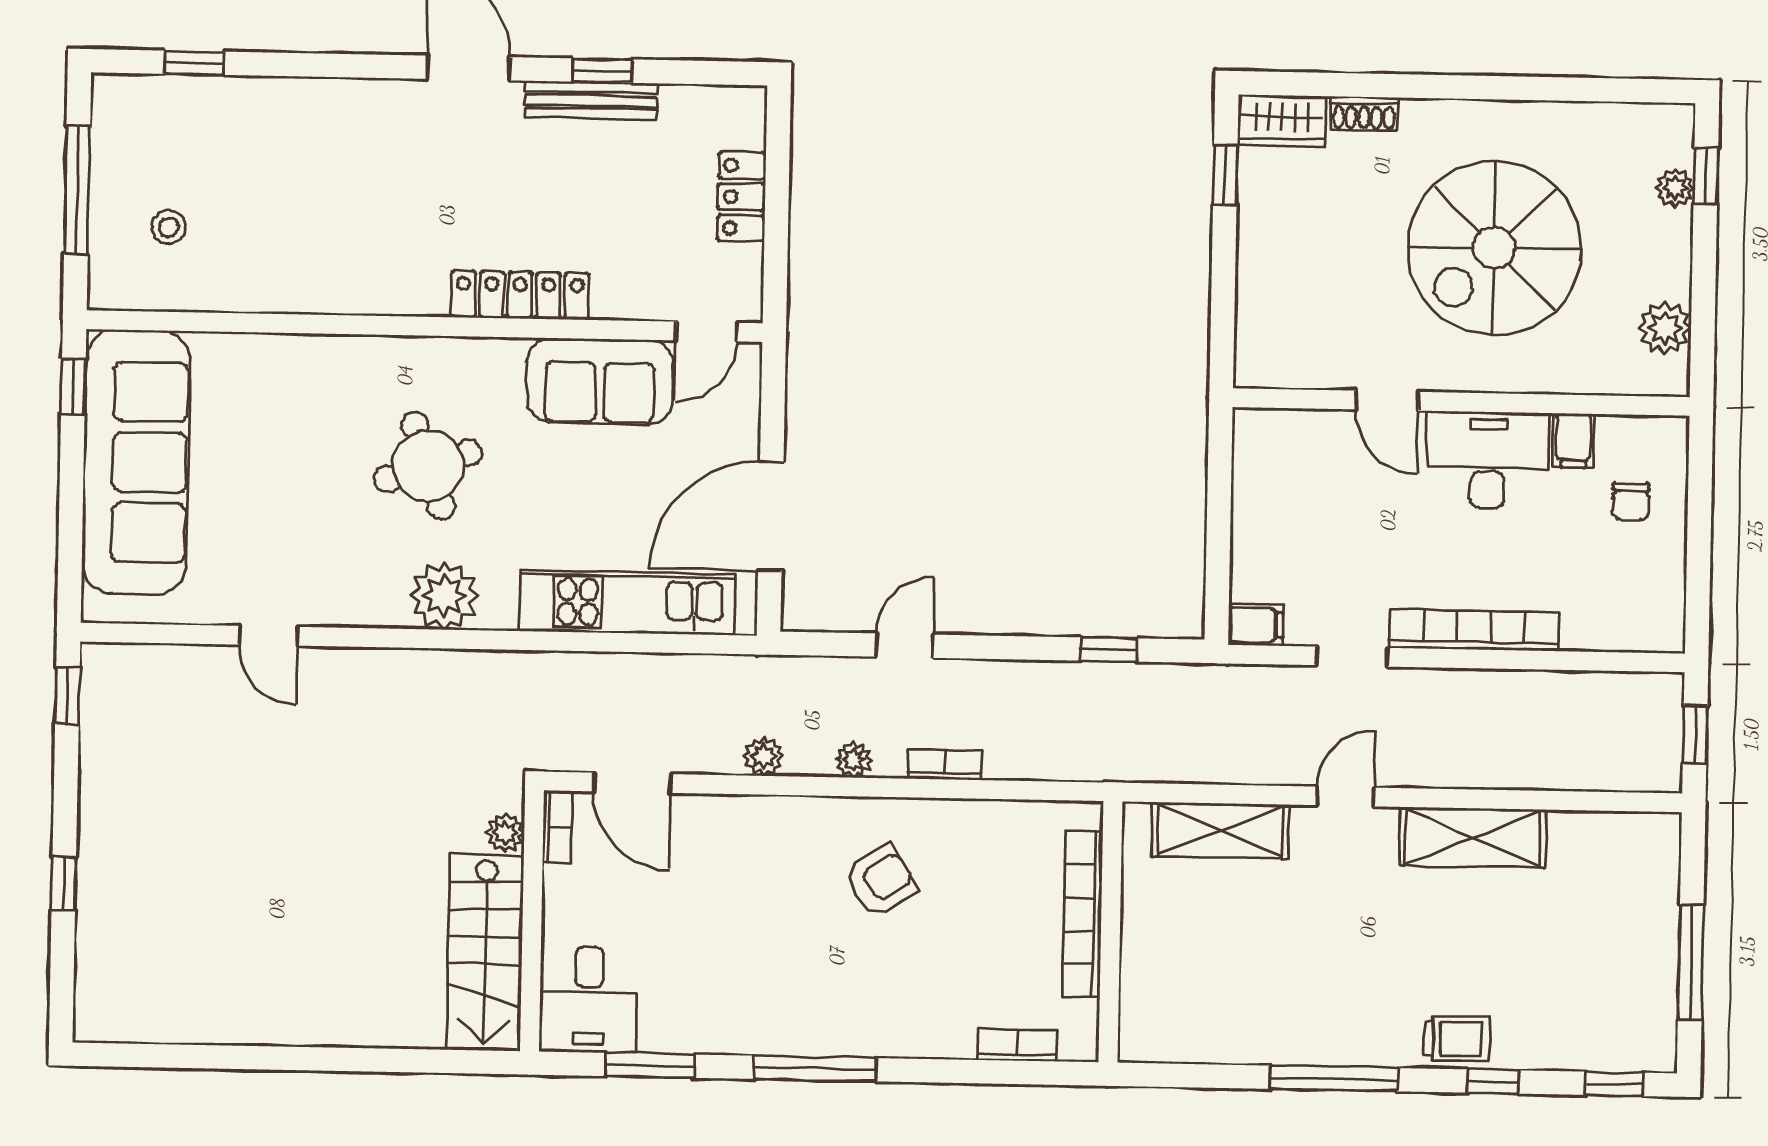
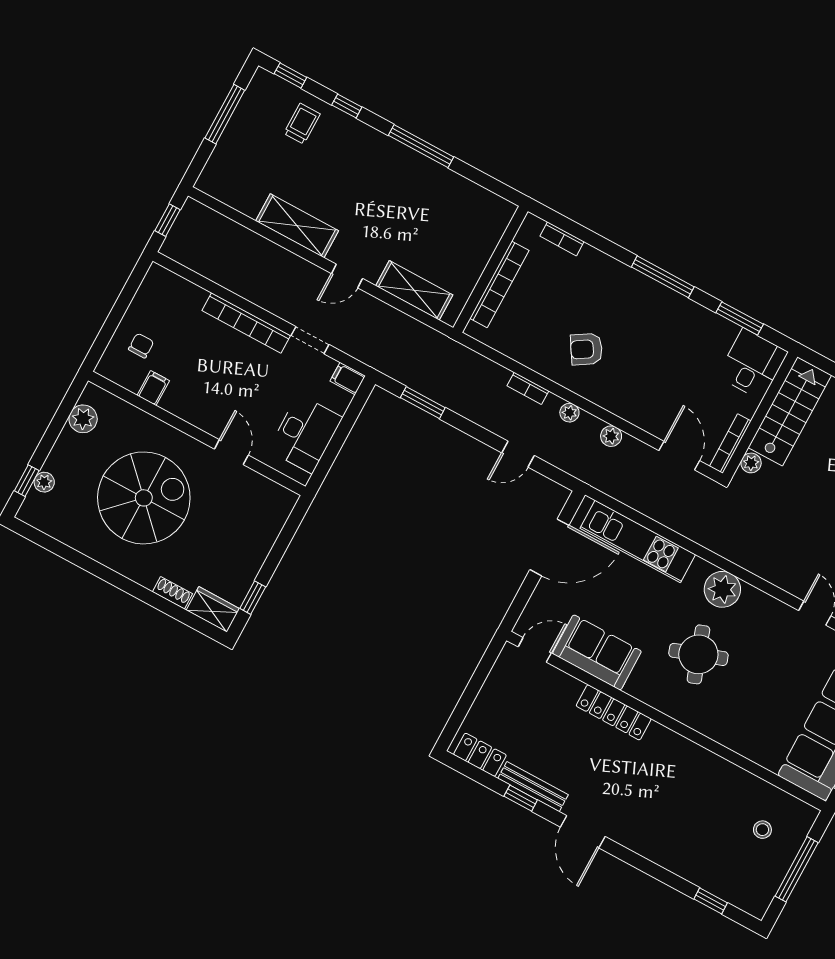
locker: (741, 197) -> (480, 755), moved, turned -90
desk: (1488, 460) -> (305, 434), moved, turned -90
window: (1108, 650) -> (423, 403), width x1.50
bookcase: (558, 827) -> (730, 444), width x1.56
trolley: (1456, 1039) -> (302, 124), moved, turned 90

